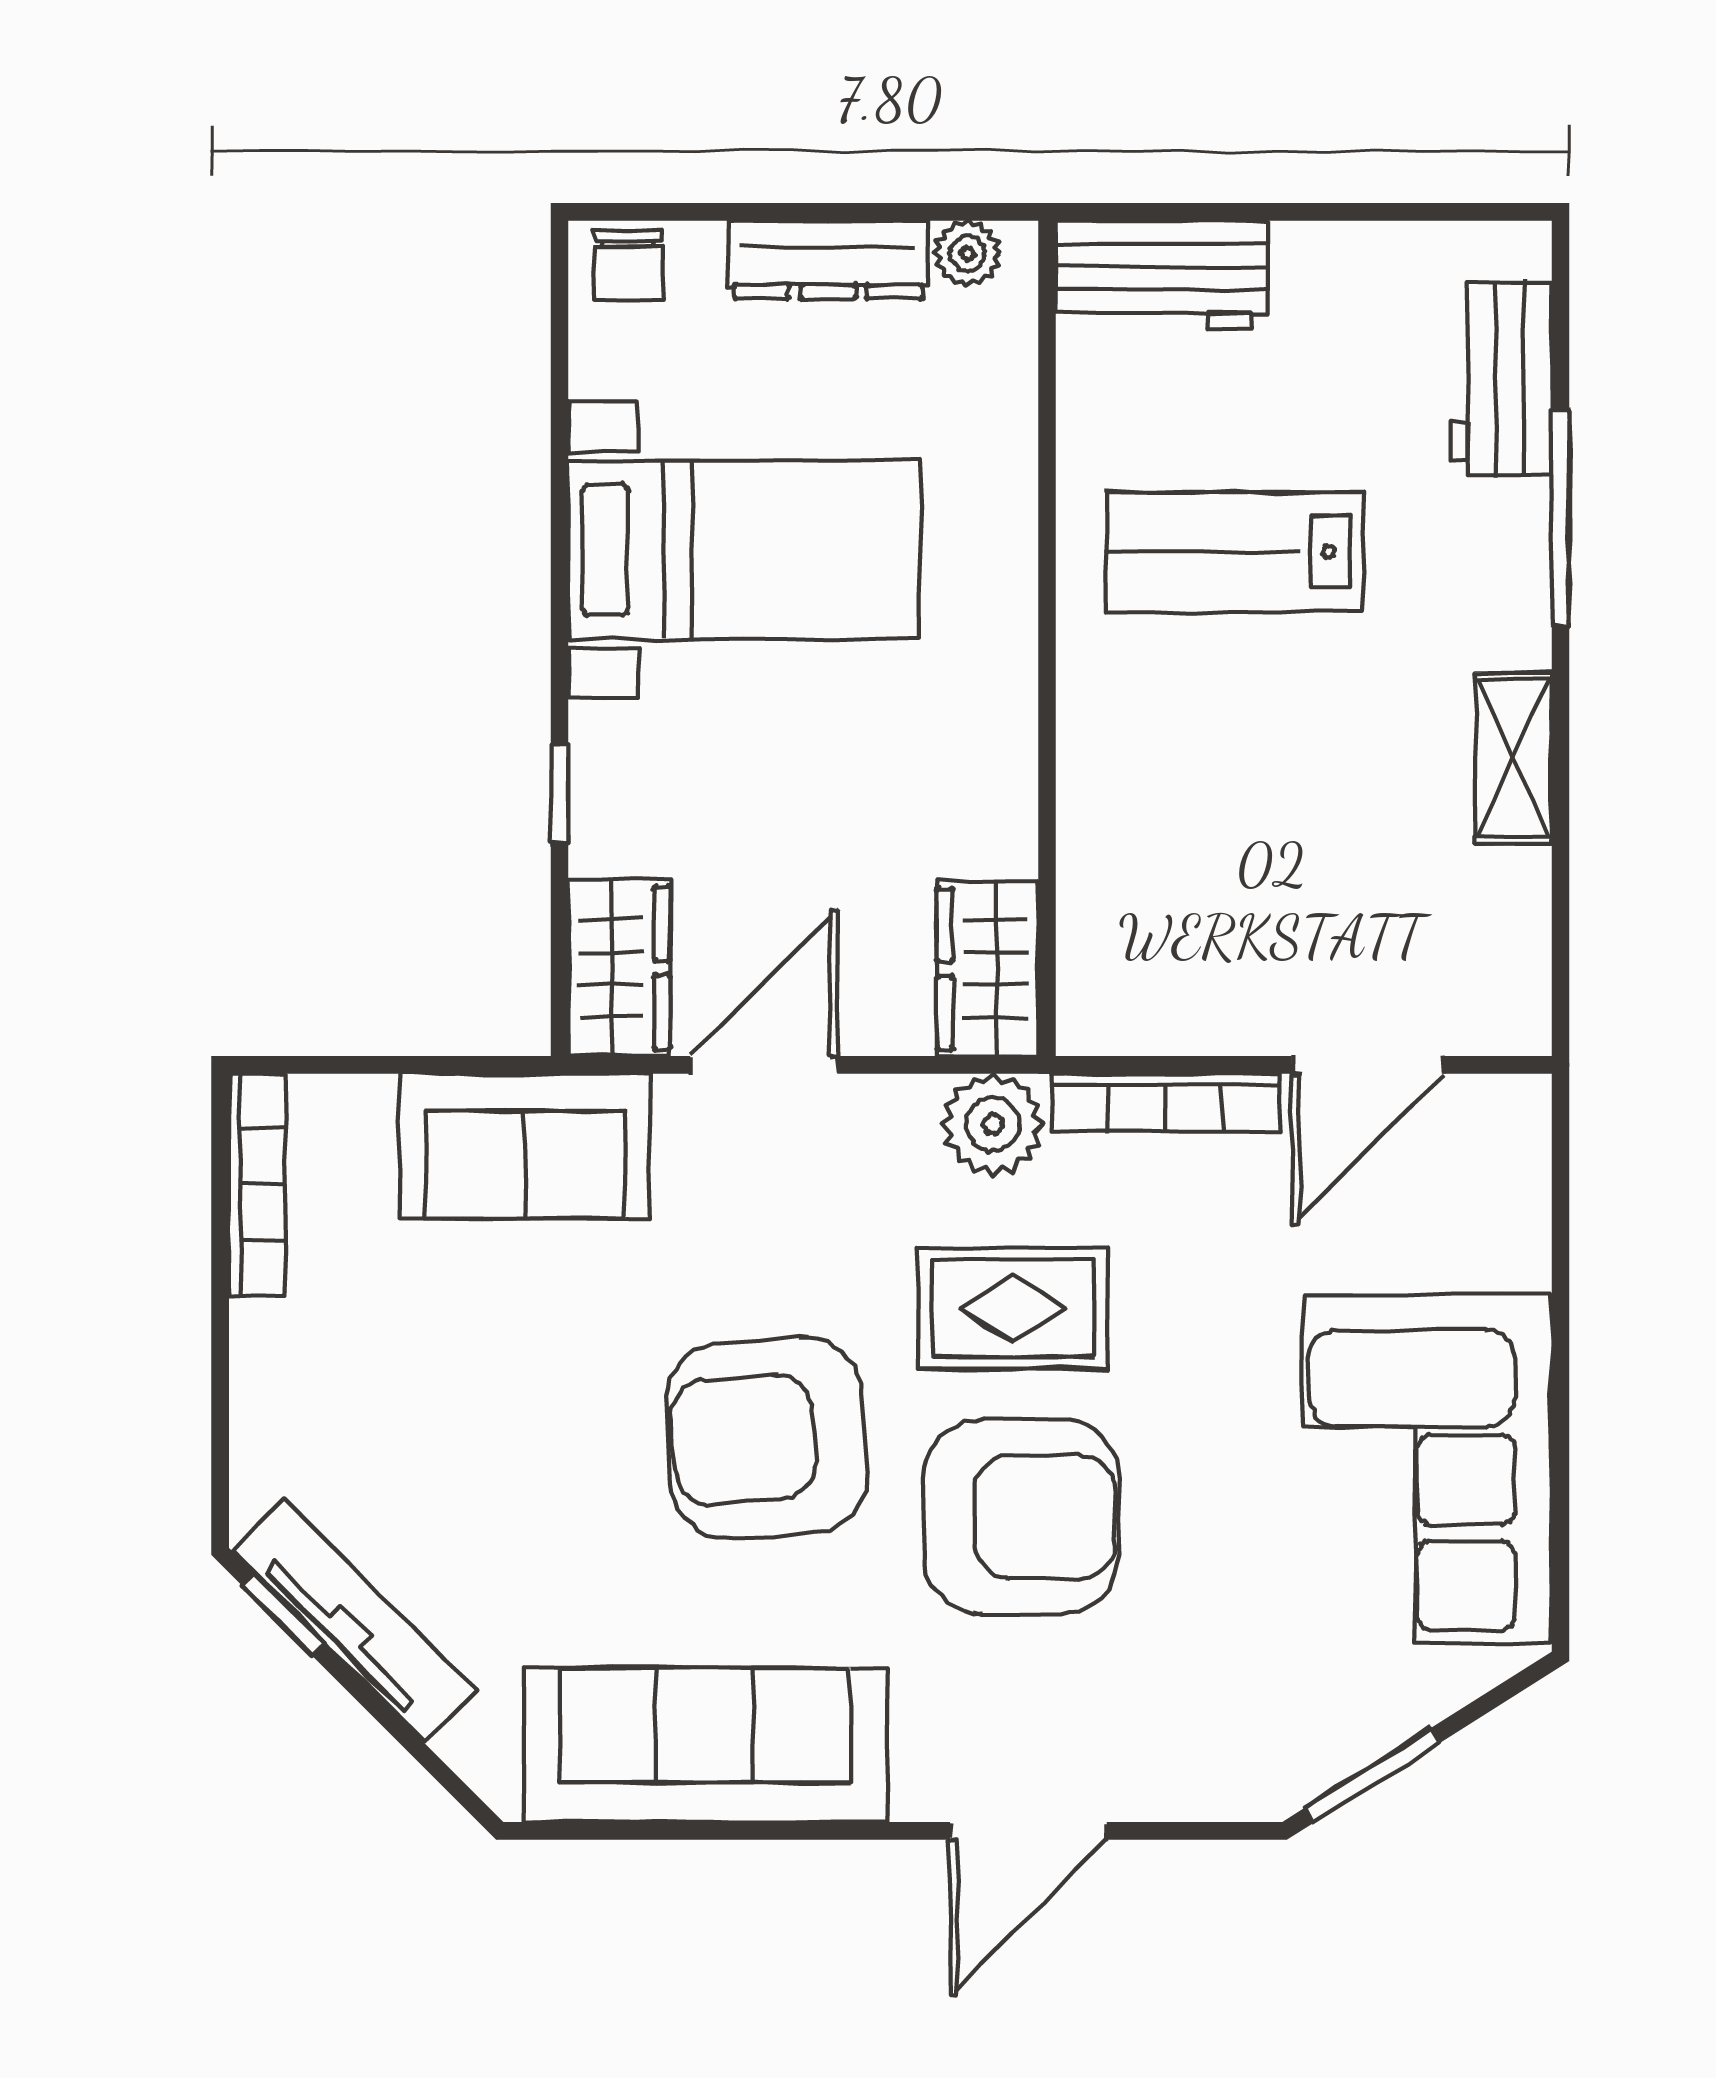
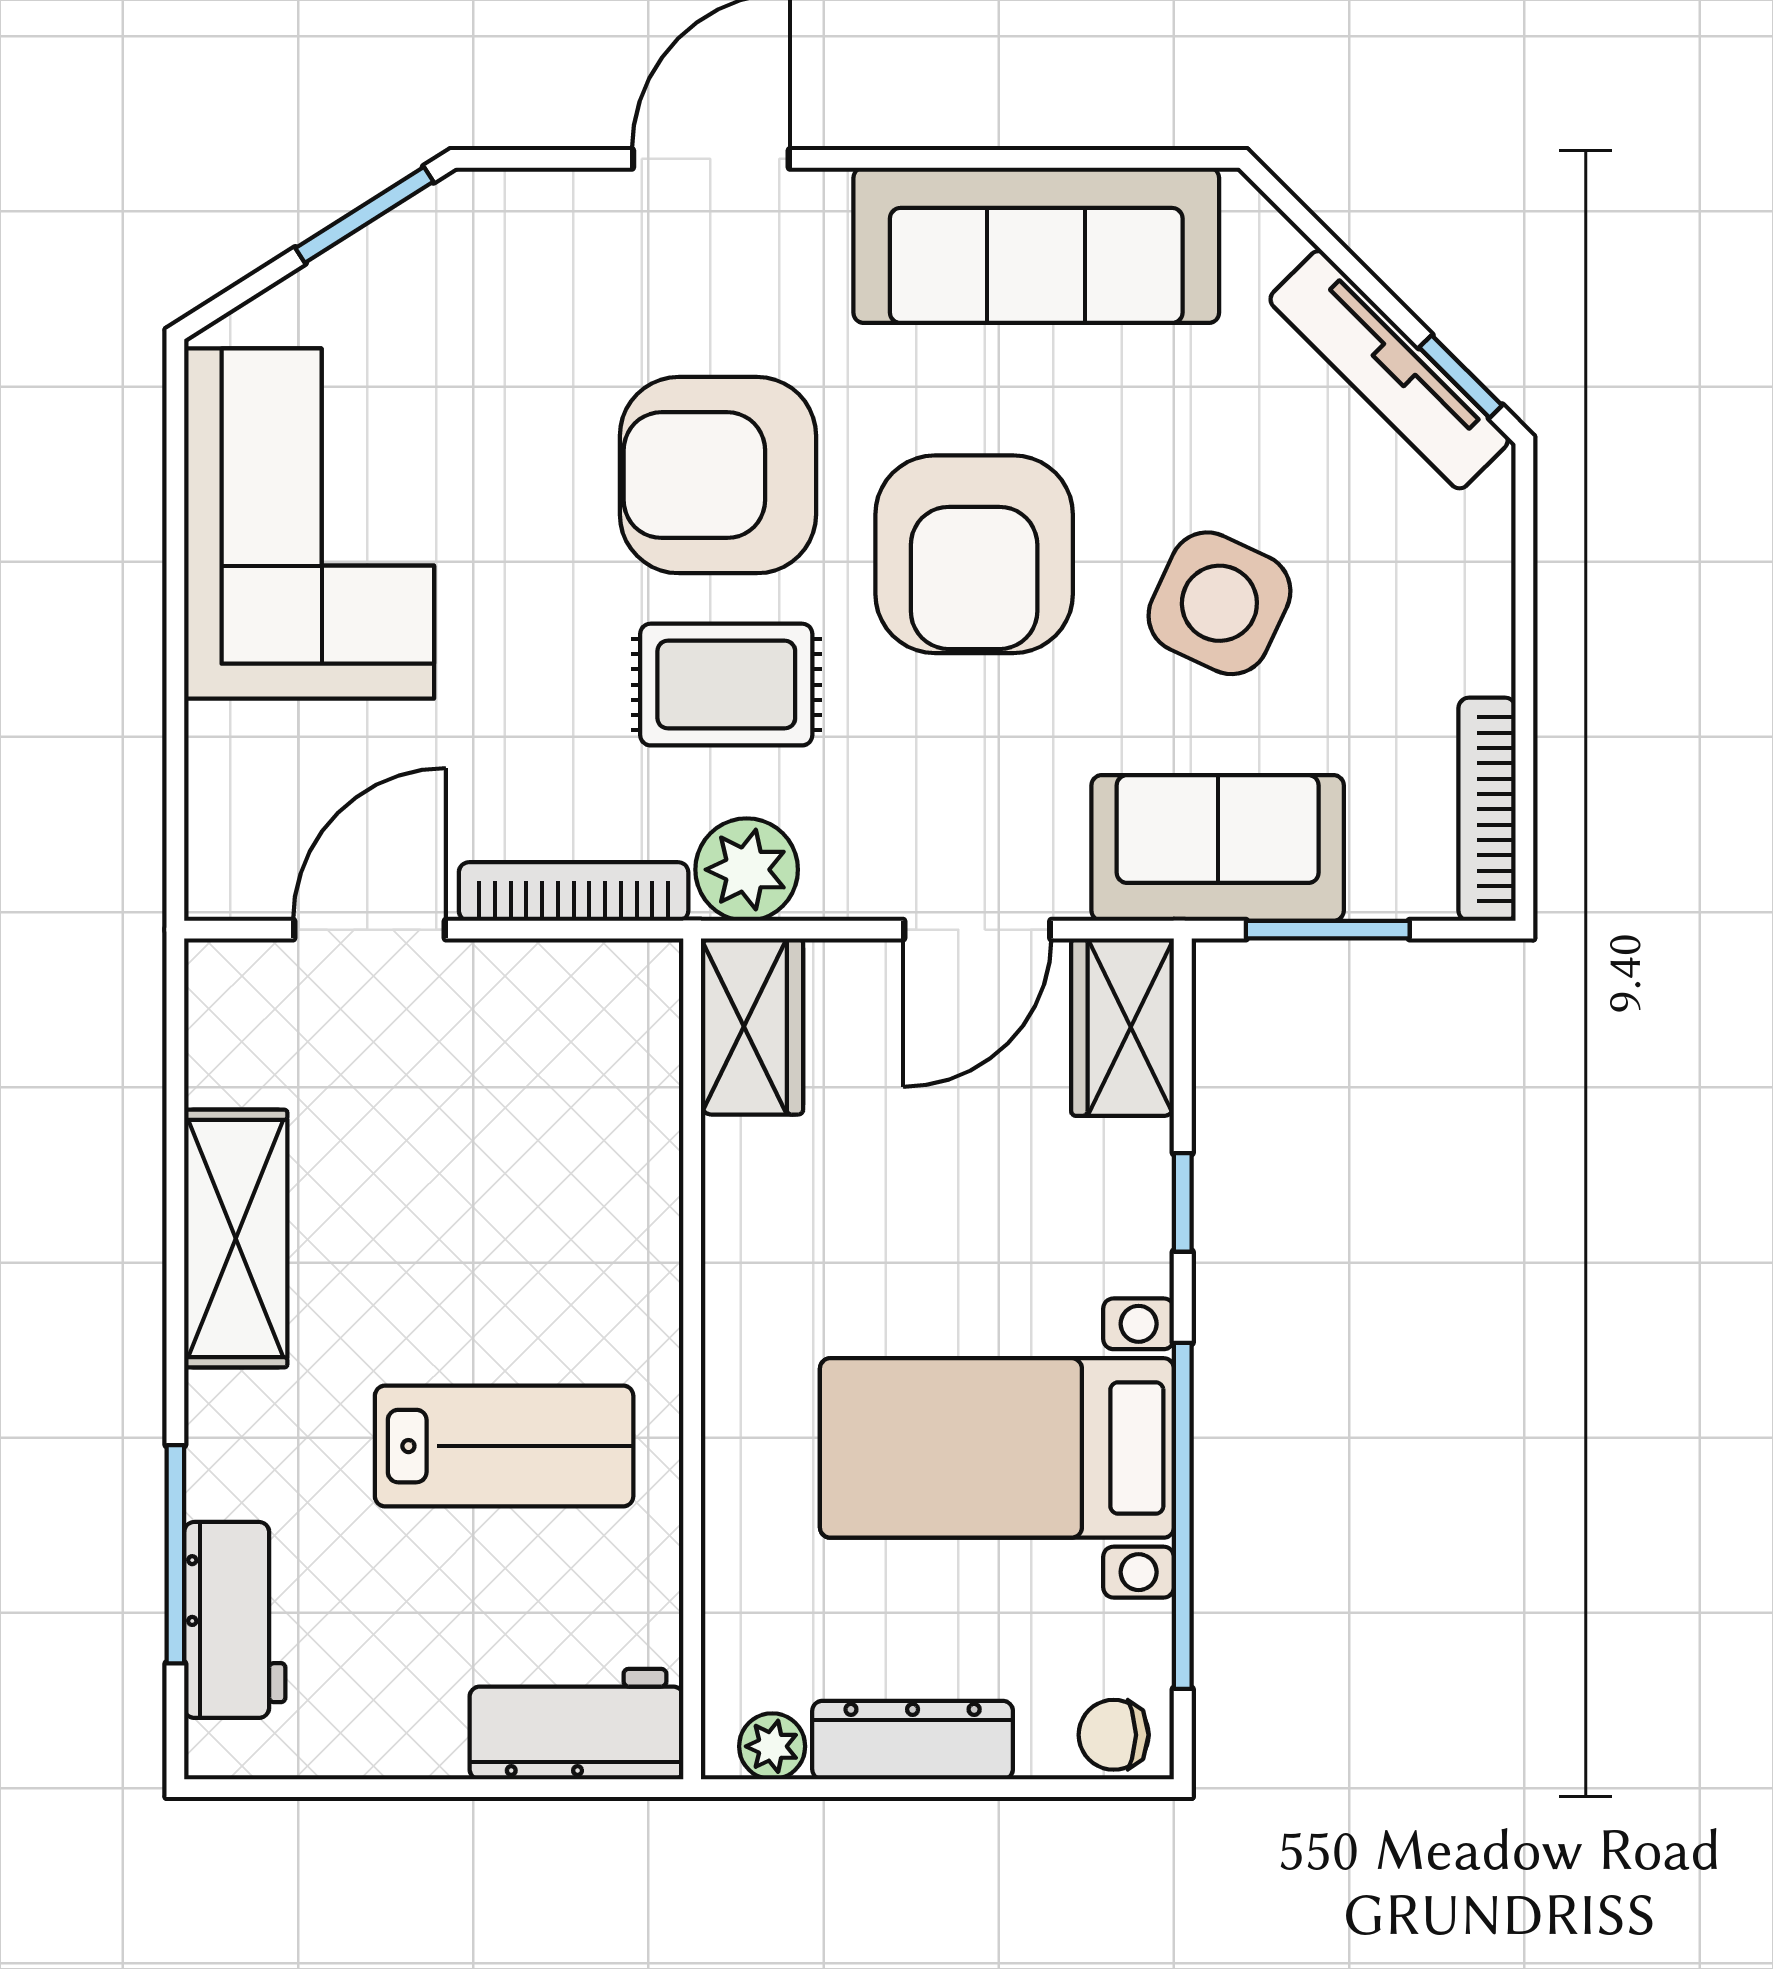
chair: (628, 265) -> (1114, 1735), turned -90
window: (560, 482) -> (1183, 1516), added
window: (1561, 518) -> (175, 1554), moved
shelving: (1513, 758) -> (236, 1239), width x1.50, depth x1.33
window: (415, 1065) -> (1328, 930), added
side table: (523, 1389) -> (1219, 603), added
armchair: (767, 1438) -> (974, 554), turned 94

